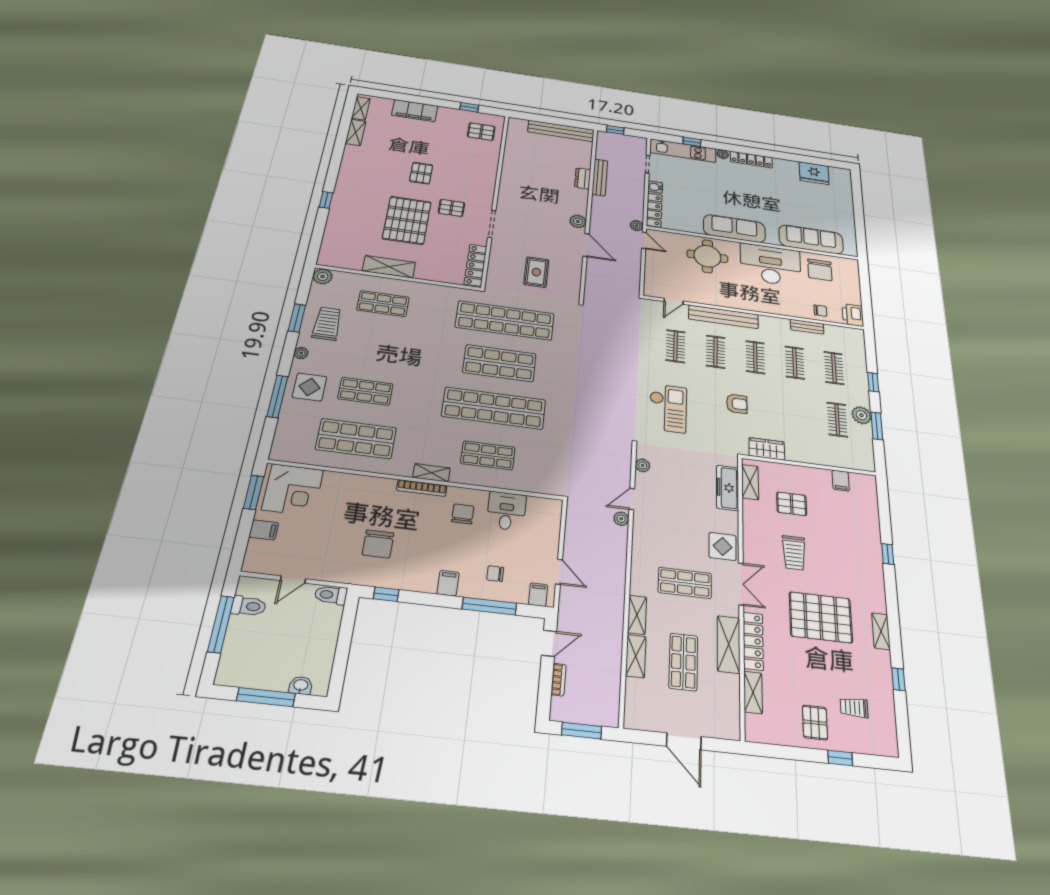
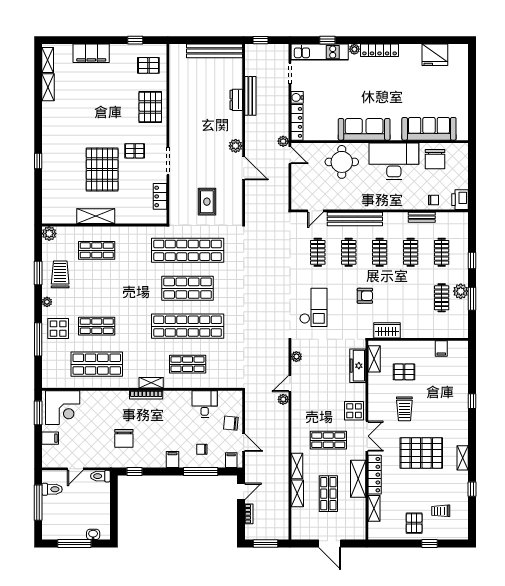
pallet: (421, 173) -> (150, 107), moved, width x1.50, depth x1.42
locker: (476, 265) -> (160, 196), width x0.66
chair: (463, 514) -> (231, 423), moved, turned -85

